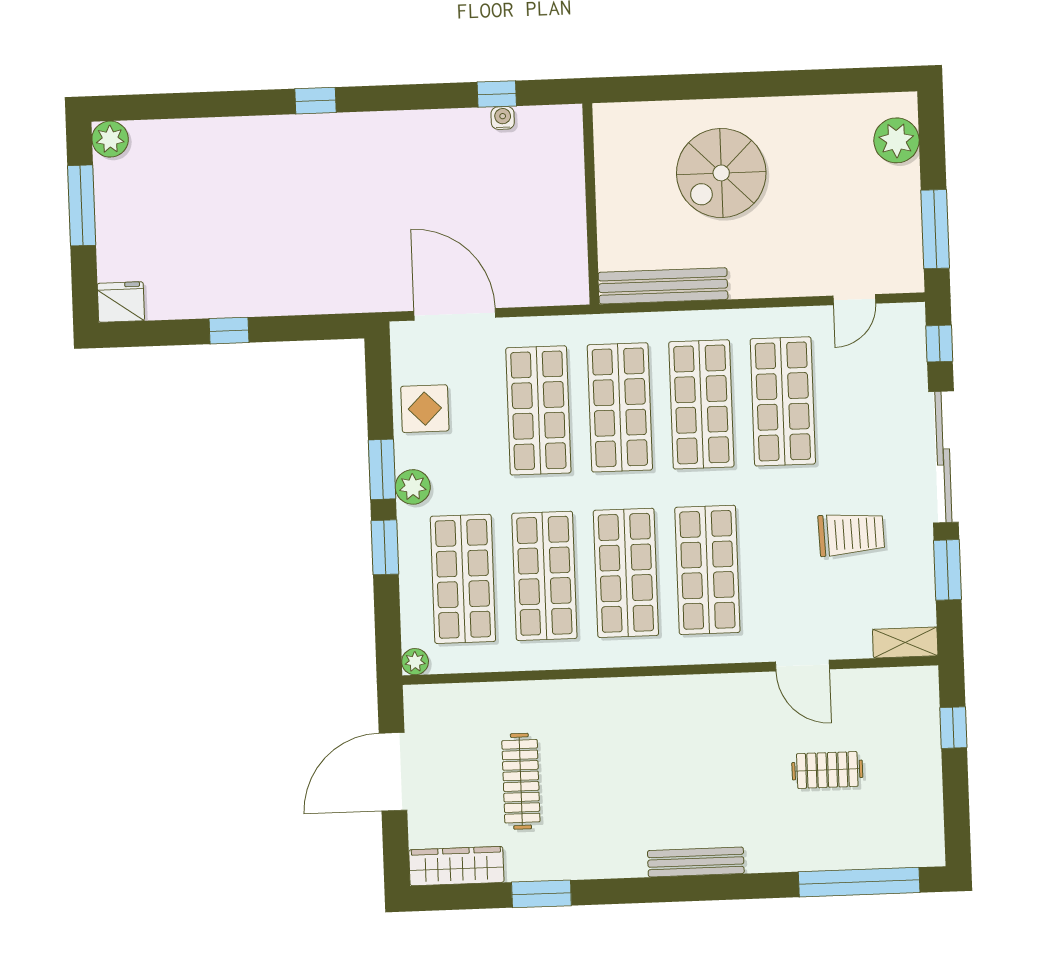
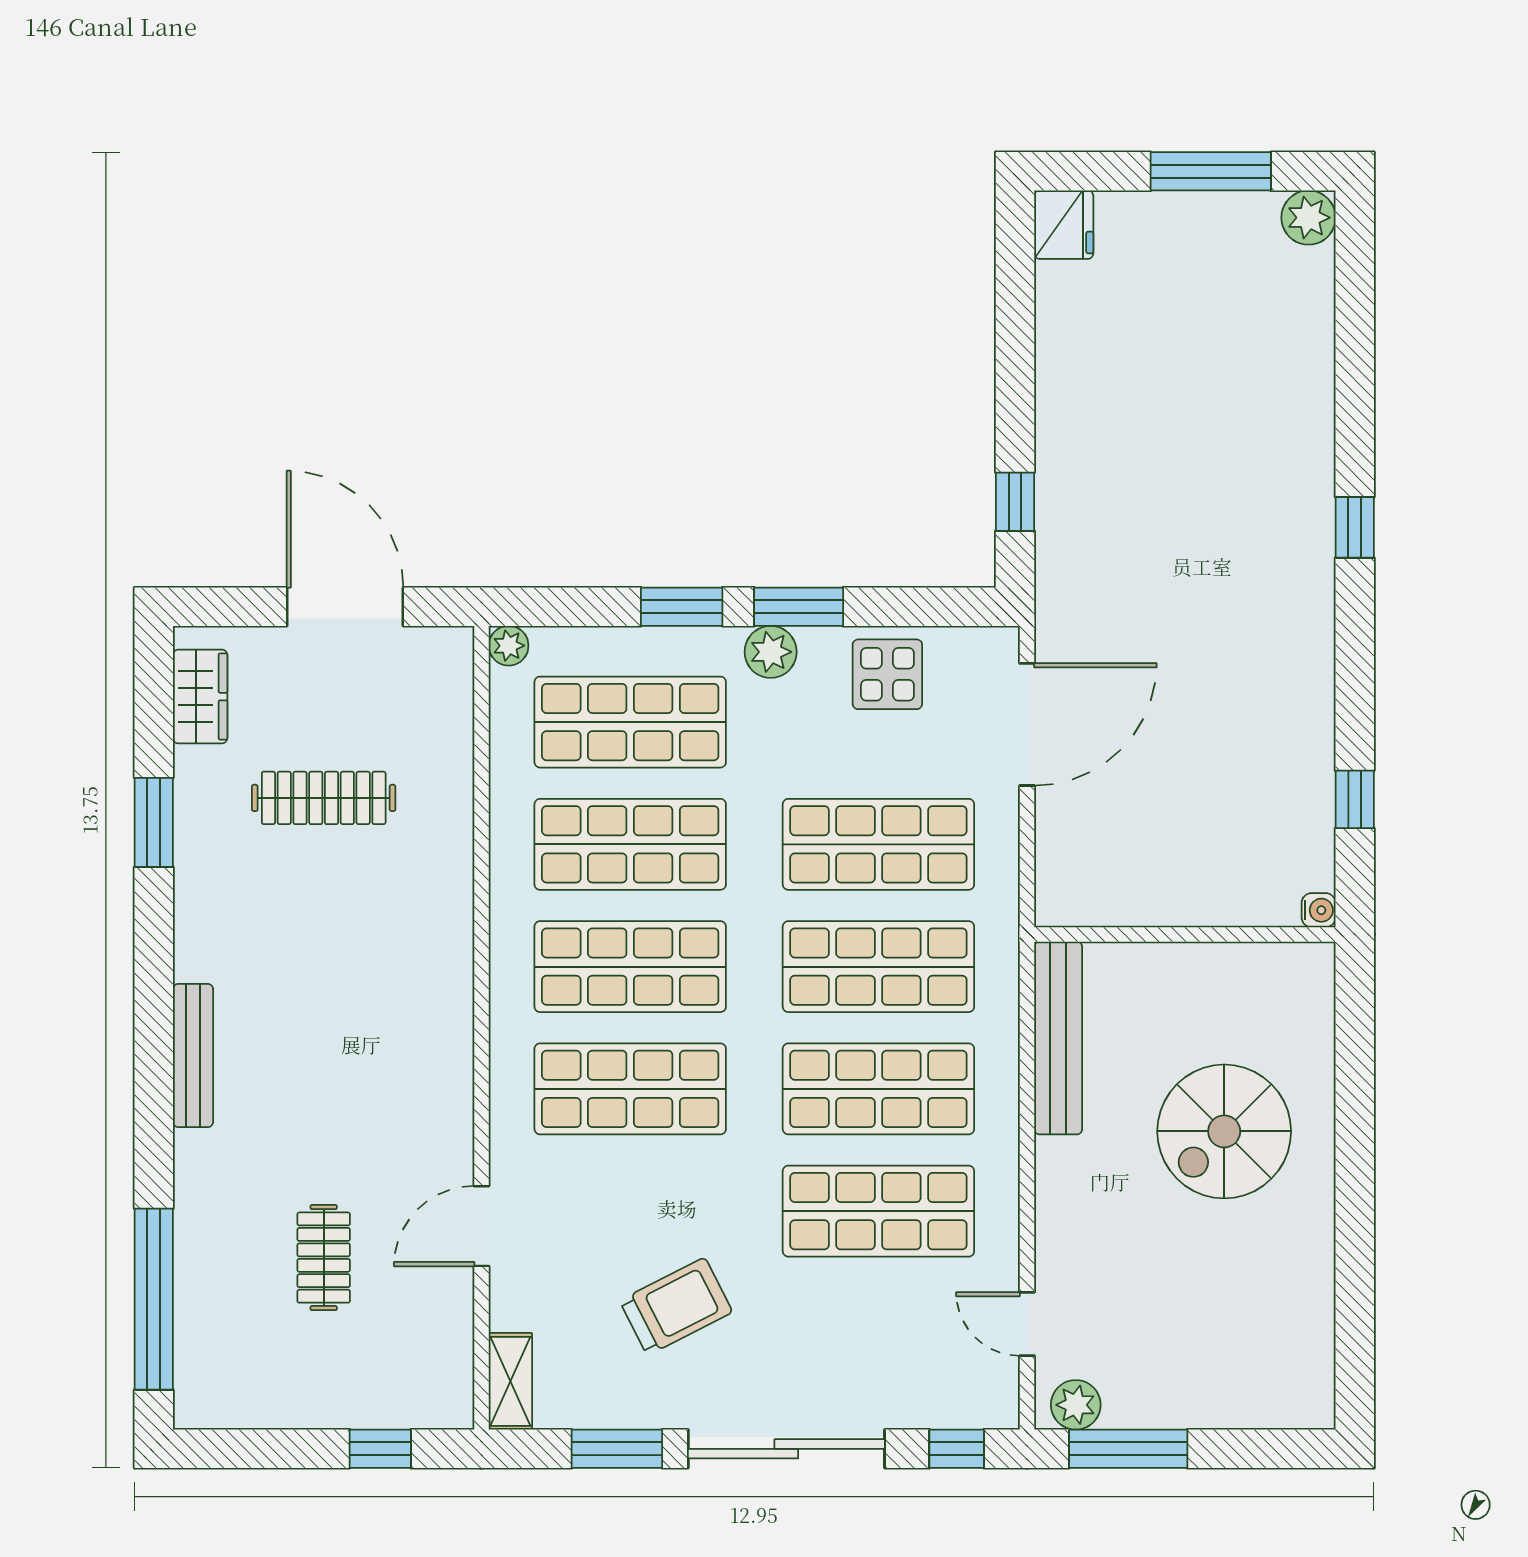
water cooler: (503, 118) -> (1319, 910), moved
plant: (896, 140) -> (1076, 1405), moved, width x0.73, depth x0.73
spiral stairs: (721, 173) -> (1224, 1131), turned -90
window: (229, 331) -> (1015, 502), moved
trolley: (851, 534) -> (676, 1306), turned -115
wardrobe: (456, 866) -> (200, 697), width x0.67

